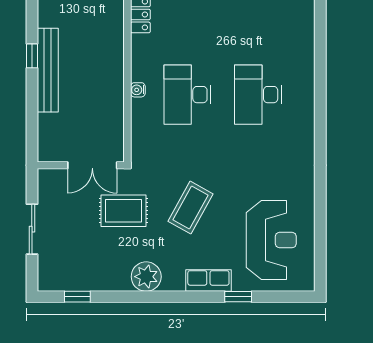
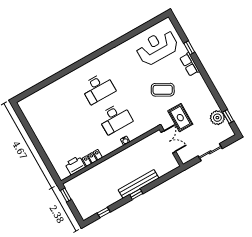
plant: (146, 277) -> (217, 118), moved

